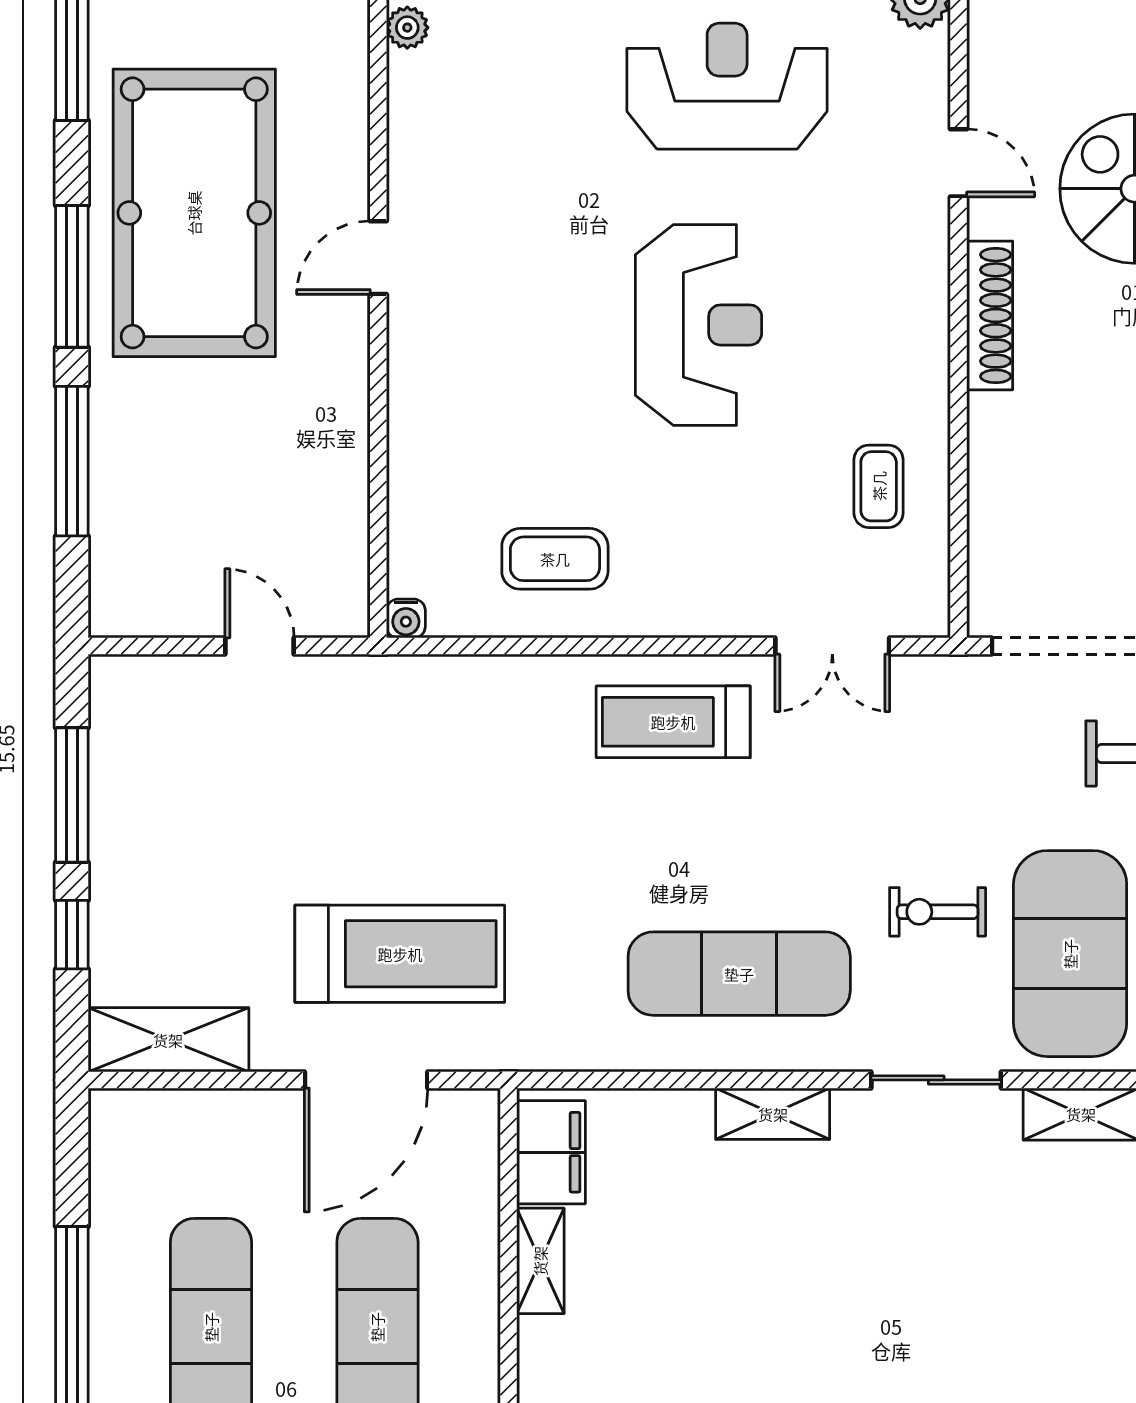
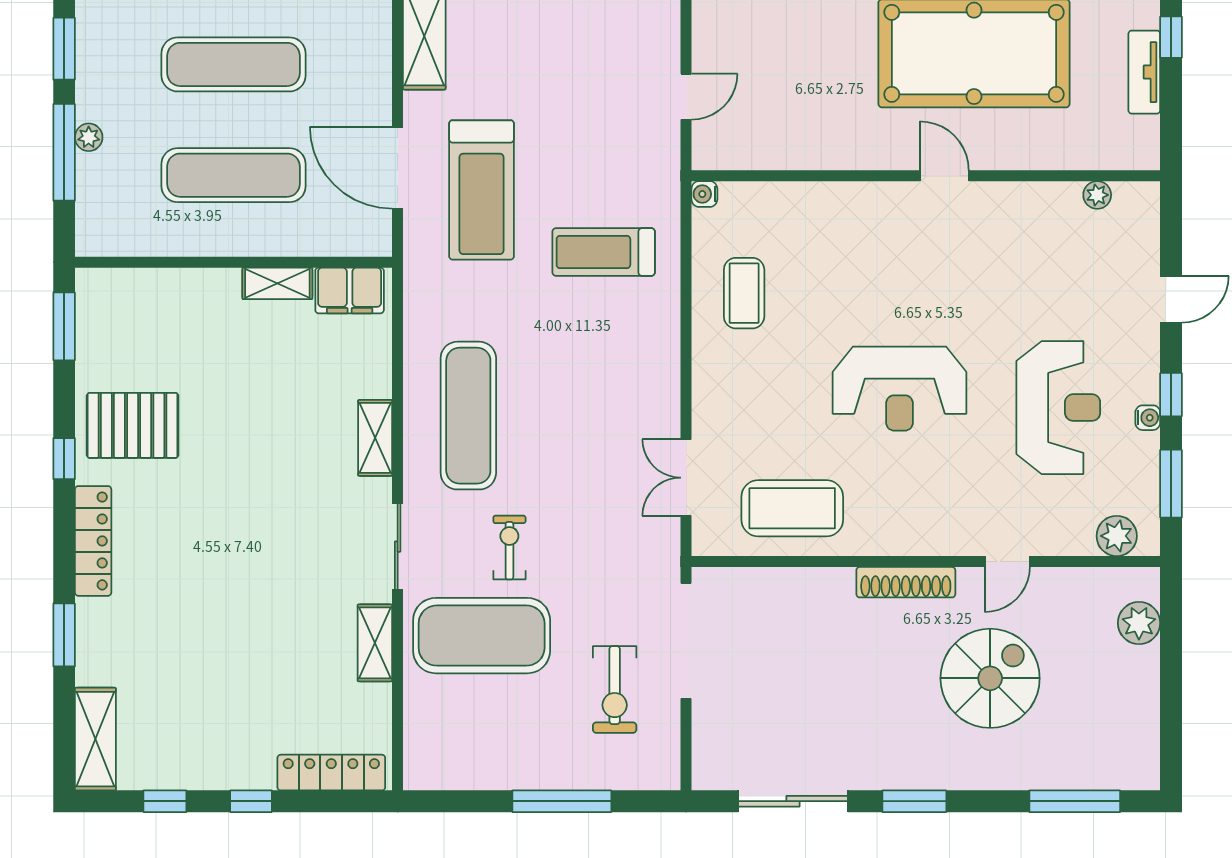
coffee table: (879, 486) -> (792, 508), width x1.86, depth x1.72
treadmill: (673, 722) -> (604, 252), moved, turned -90

